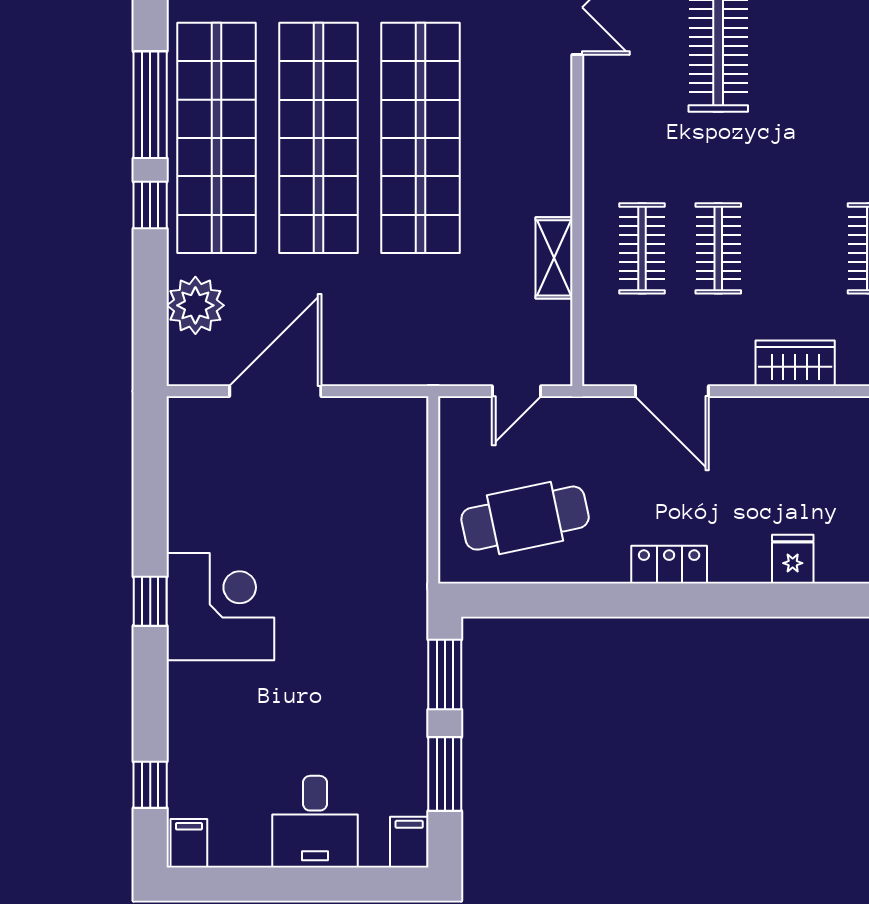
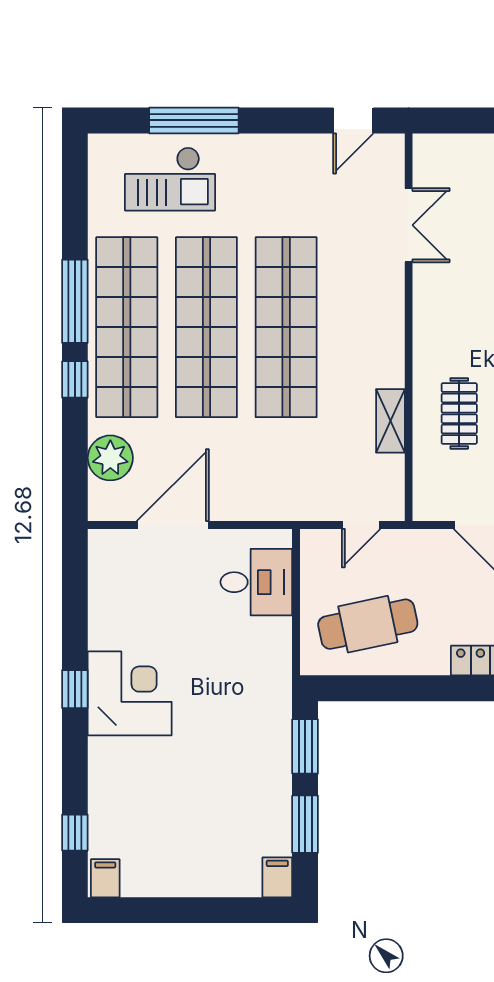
desk: (315, 822) -> (256, 582), moved, turned -90

